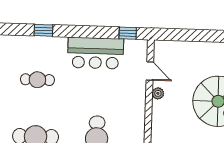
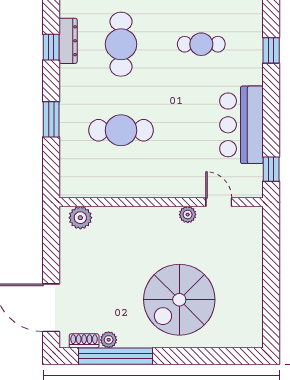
door: (150, 71) -> (219, 202), swing flipped
cafe table: (37, 80) -> (201, 44), turned 90

